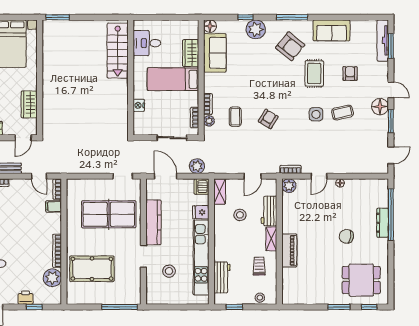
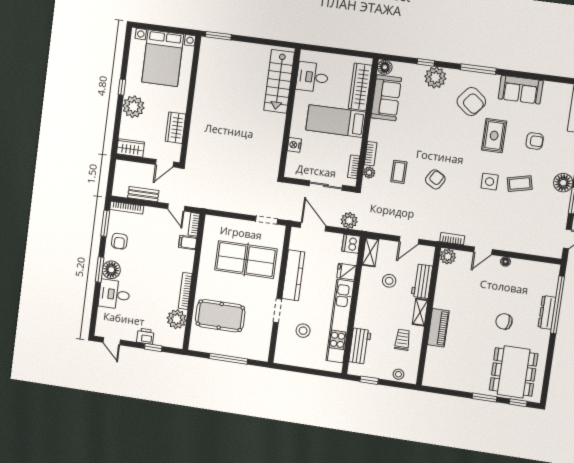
wardrobe: (191, 53) -> (360, 87), width x1.50
armchair: (350, 73) -> (535, 141), turned 90
dining table: (361, 280) -> (514, 372), width x1.38
window: (120, 307) -> (228, 359), moved

